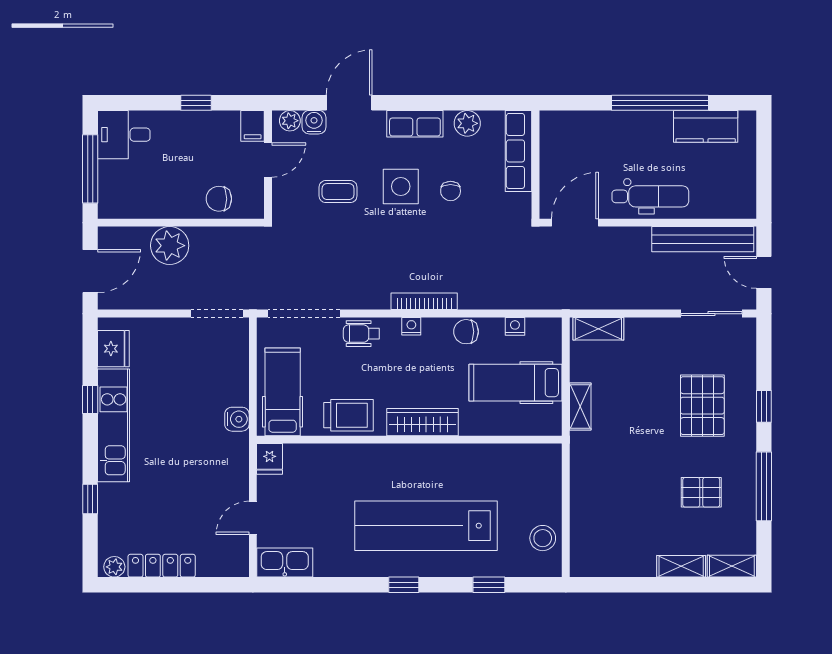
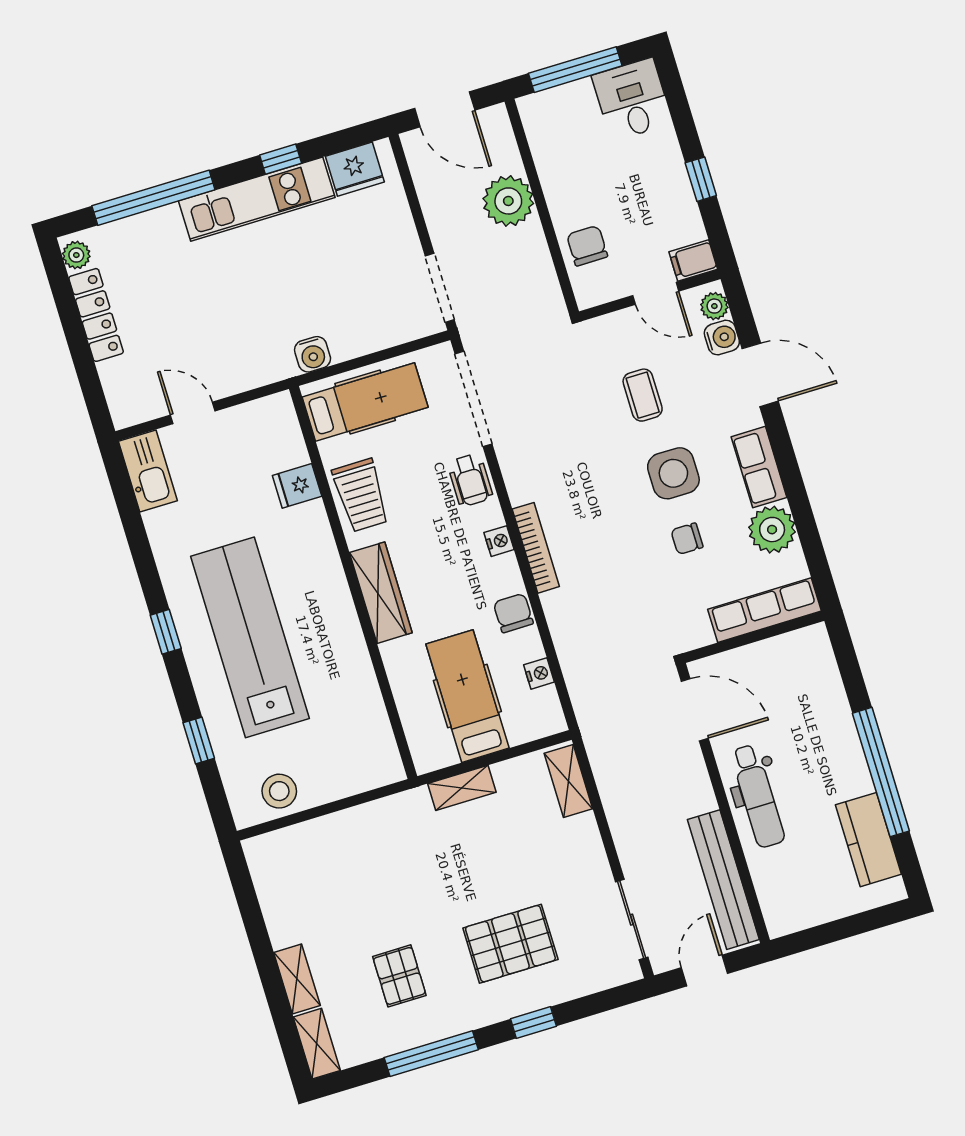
plant: (467, 123) -> (772, 530), width x1.36, depth x1.36
wheelchair: (361, 334) -> (470, 480), turned 180
fridge: (270, 459) -> (297, 486), moved
window: (90, 499) -> (153, 198), width x3.17

